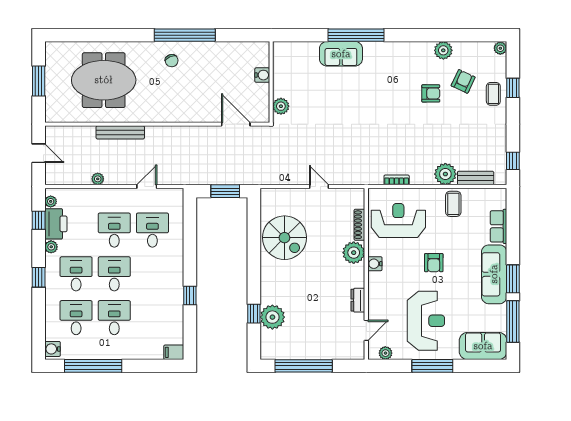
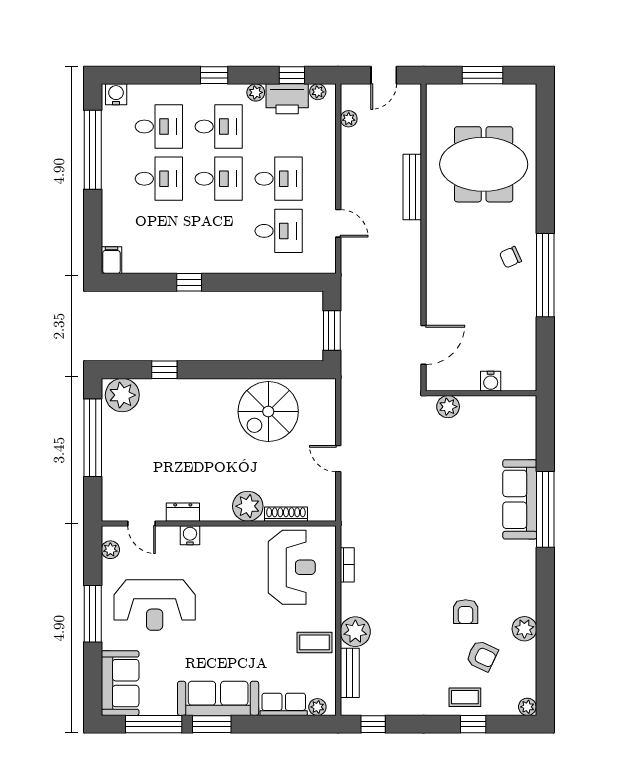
sofa: (341, 54) -> (520, 499), width x1.36
meeting table: (104, 80) -> (484, 164), turned 90
plant: (98, 179) -> (349, 119), moved
door: (319, 186) -> (338, 459), swing flipped
plant: (500, 202) -> (317, 707), added
armchair: (434, 263) -> (234, 616), removed
water cooler: (375, 264) -> (190, 535), moved
plant: (272, 317) -> (122, 395), moved

